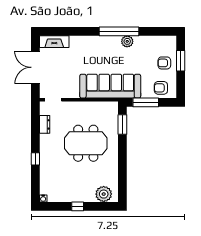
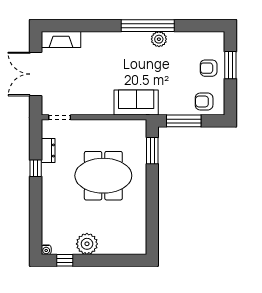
sofa: (110, 86) -> (136, 103), width x0.54, depth x0.79
window: (35, 159) -> (36, 168), moved
plant: (104, 194) -> (87, 244), moved
window: (78, 206) -> (65, 260), moved

